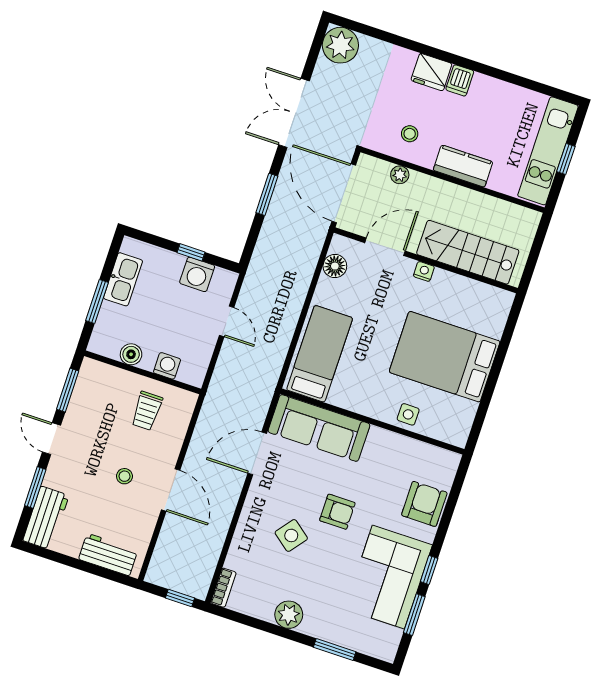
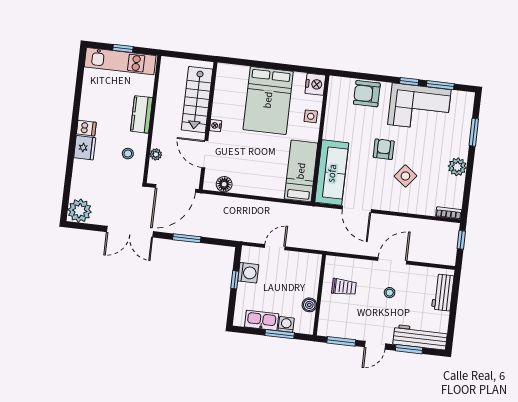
bed: (320, 354) -> (301, 171), moved, turned 90
washing machine: (167, 366) -> (286, 324), moved, turned 90
nightstand: (454, 431) -> (315, 84), added
workbench: (46, 518) -> (420, 337), width x1.37

